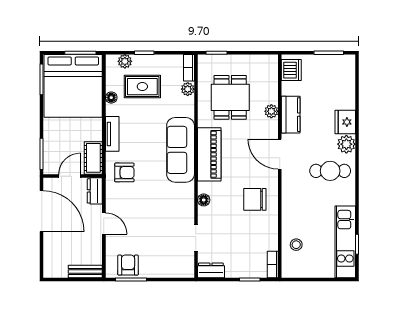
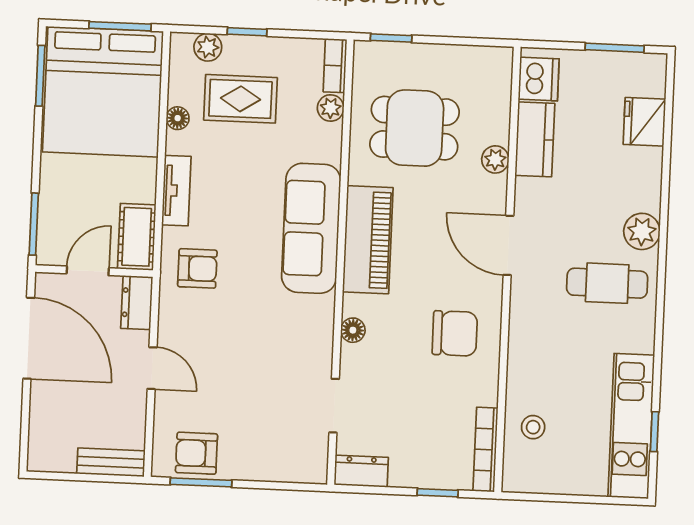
dining table: (230, 97) -> (415, 128), turned 90
kitchen counter: (291, 115) -> (535, 139), moved
fridge: (345, 122) -> (644, 122), moved
chair: (255, 199) -> (455, 333), turned 180
bookcase: (273, 264) -> (485, 450), width x1.56
armchair: (128, 265) -> (196, 453), turned -90

